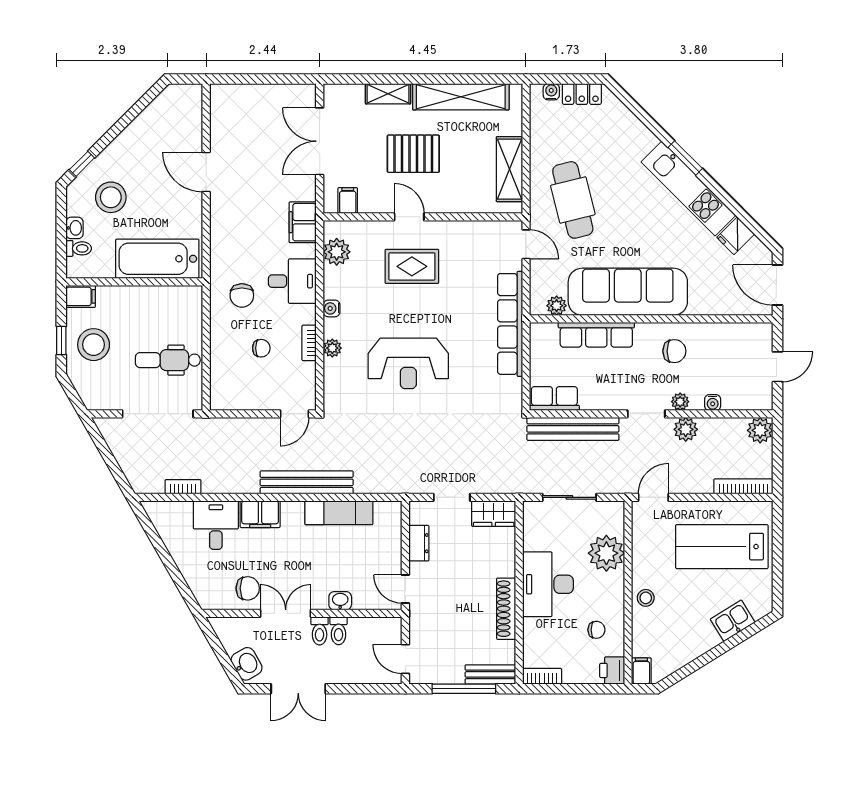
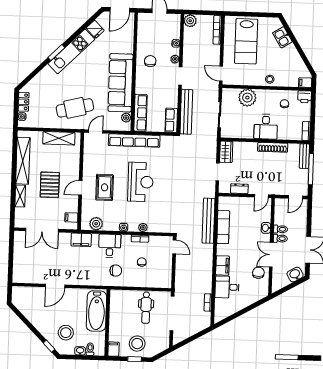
row of seats: (596, 335) -> (140, 113), moved
reception desk: (408, 363) -> (140, 182), moved
plant: (686, 429) -> (188, 57), removed
bench: (307, 482) -> (209, 221), moved
desk: (548, 584) -> (266, 127), width x0.73

